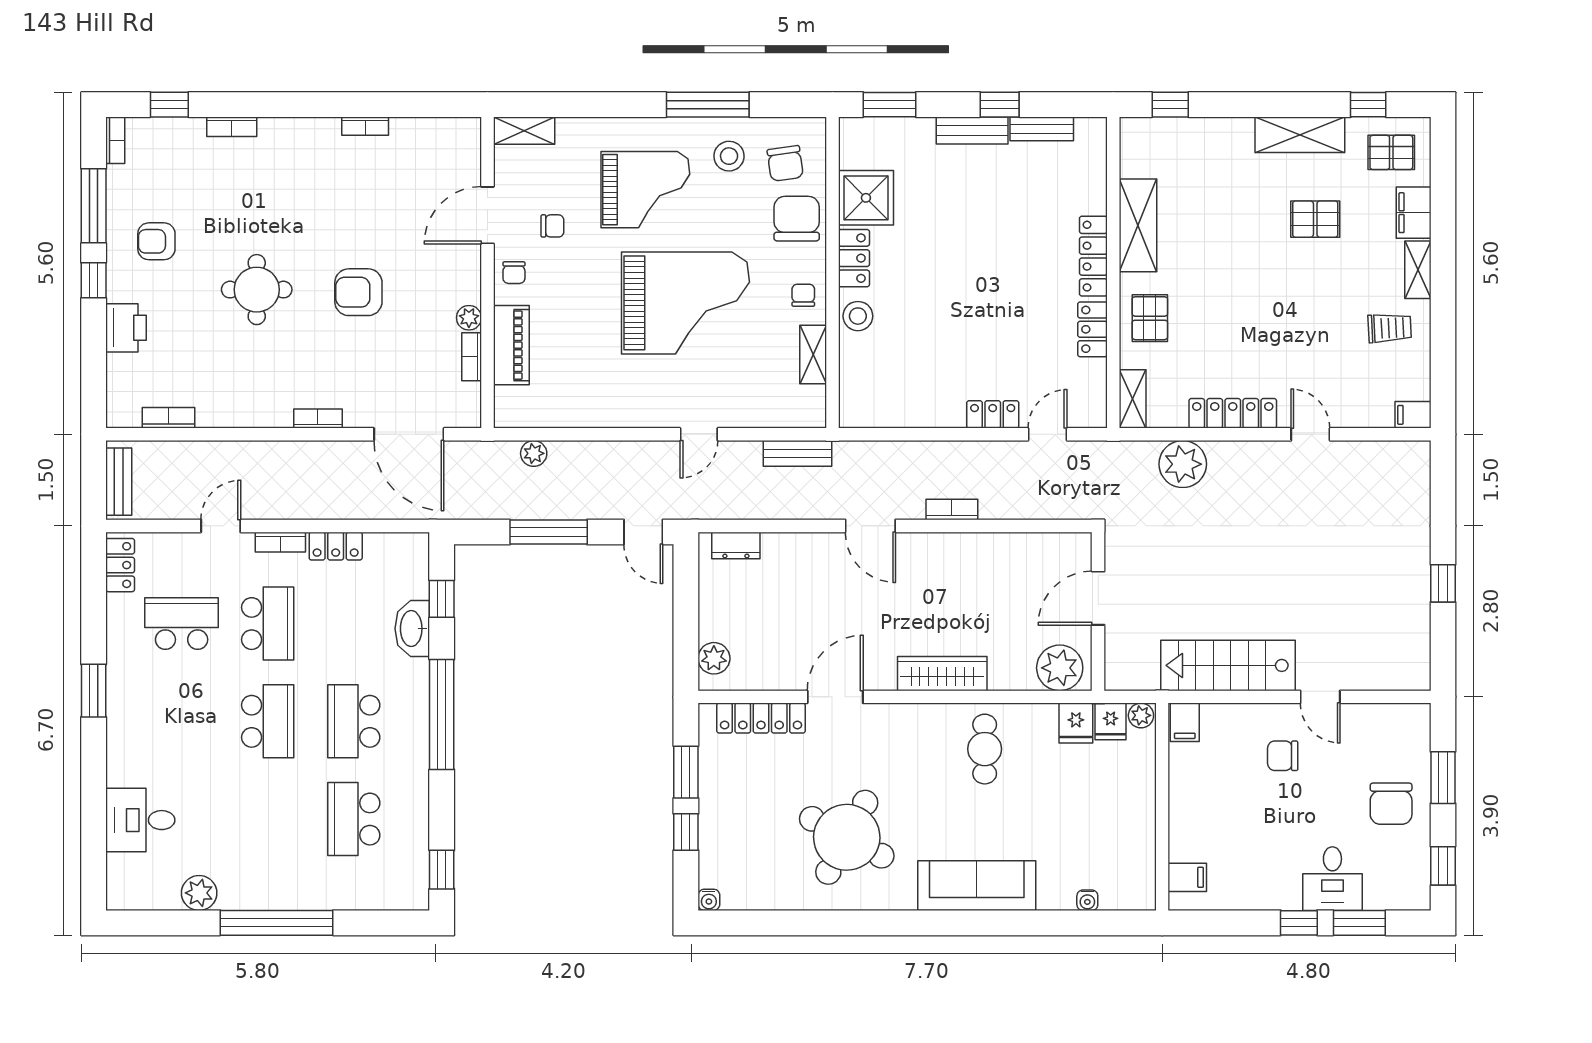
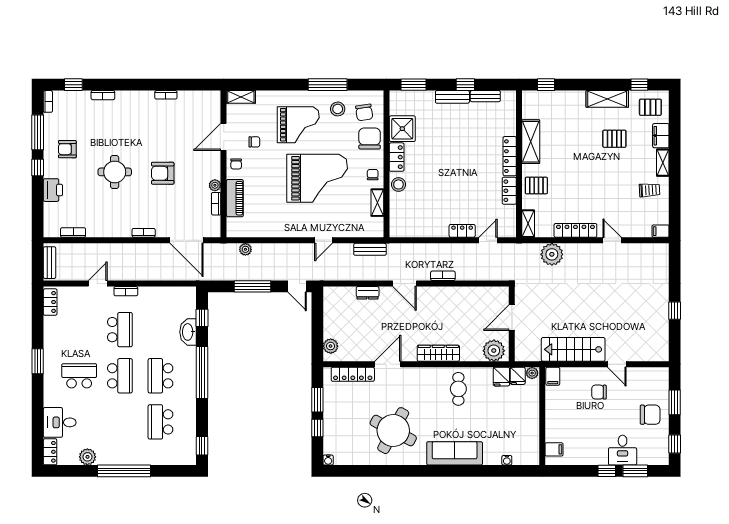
pallet: (1150, 318) -> (536, 185), turned 90
dresser: (736, 545) -> (368, 293), moved
locker: (336, 546) -> (50, 452), moved, turned -90
school desk: (182, 624) -> (79, 376), moved
chair: (1391, 804) -> (650, 415), turned -90

